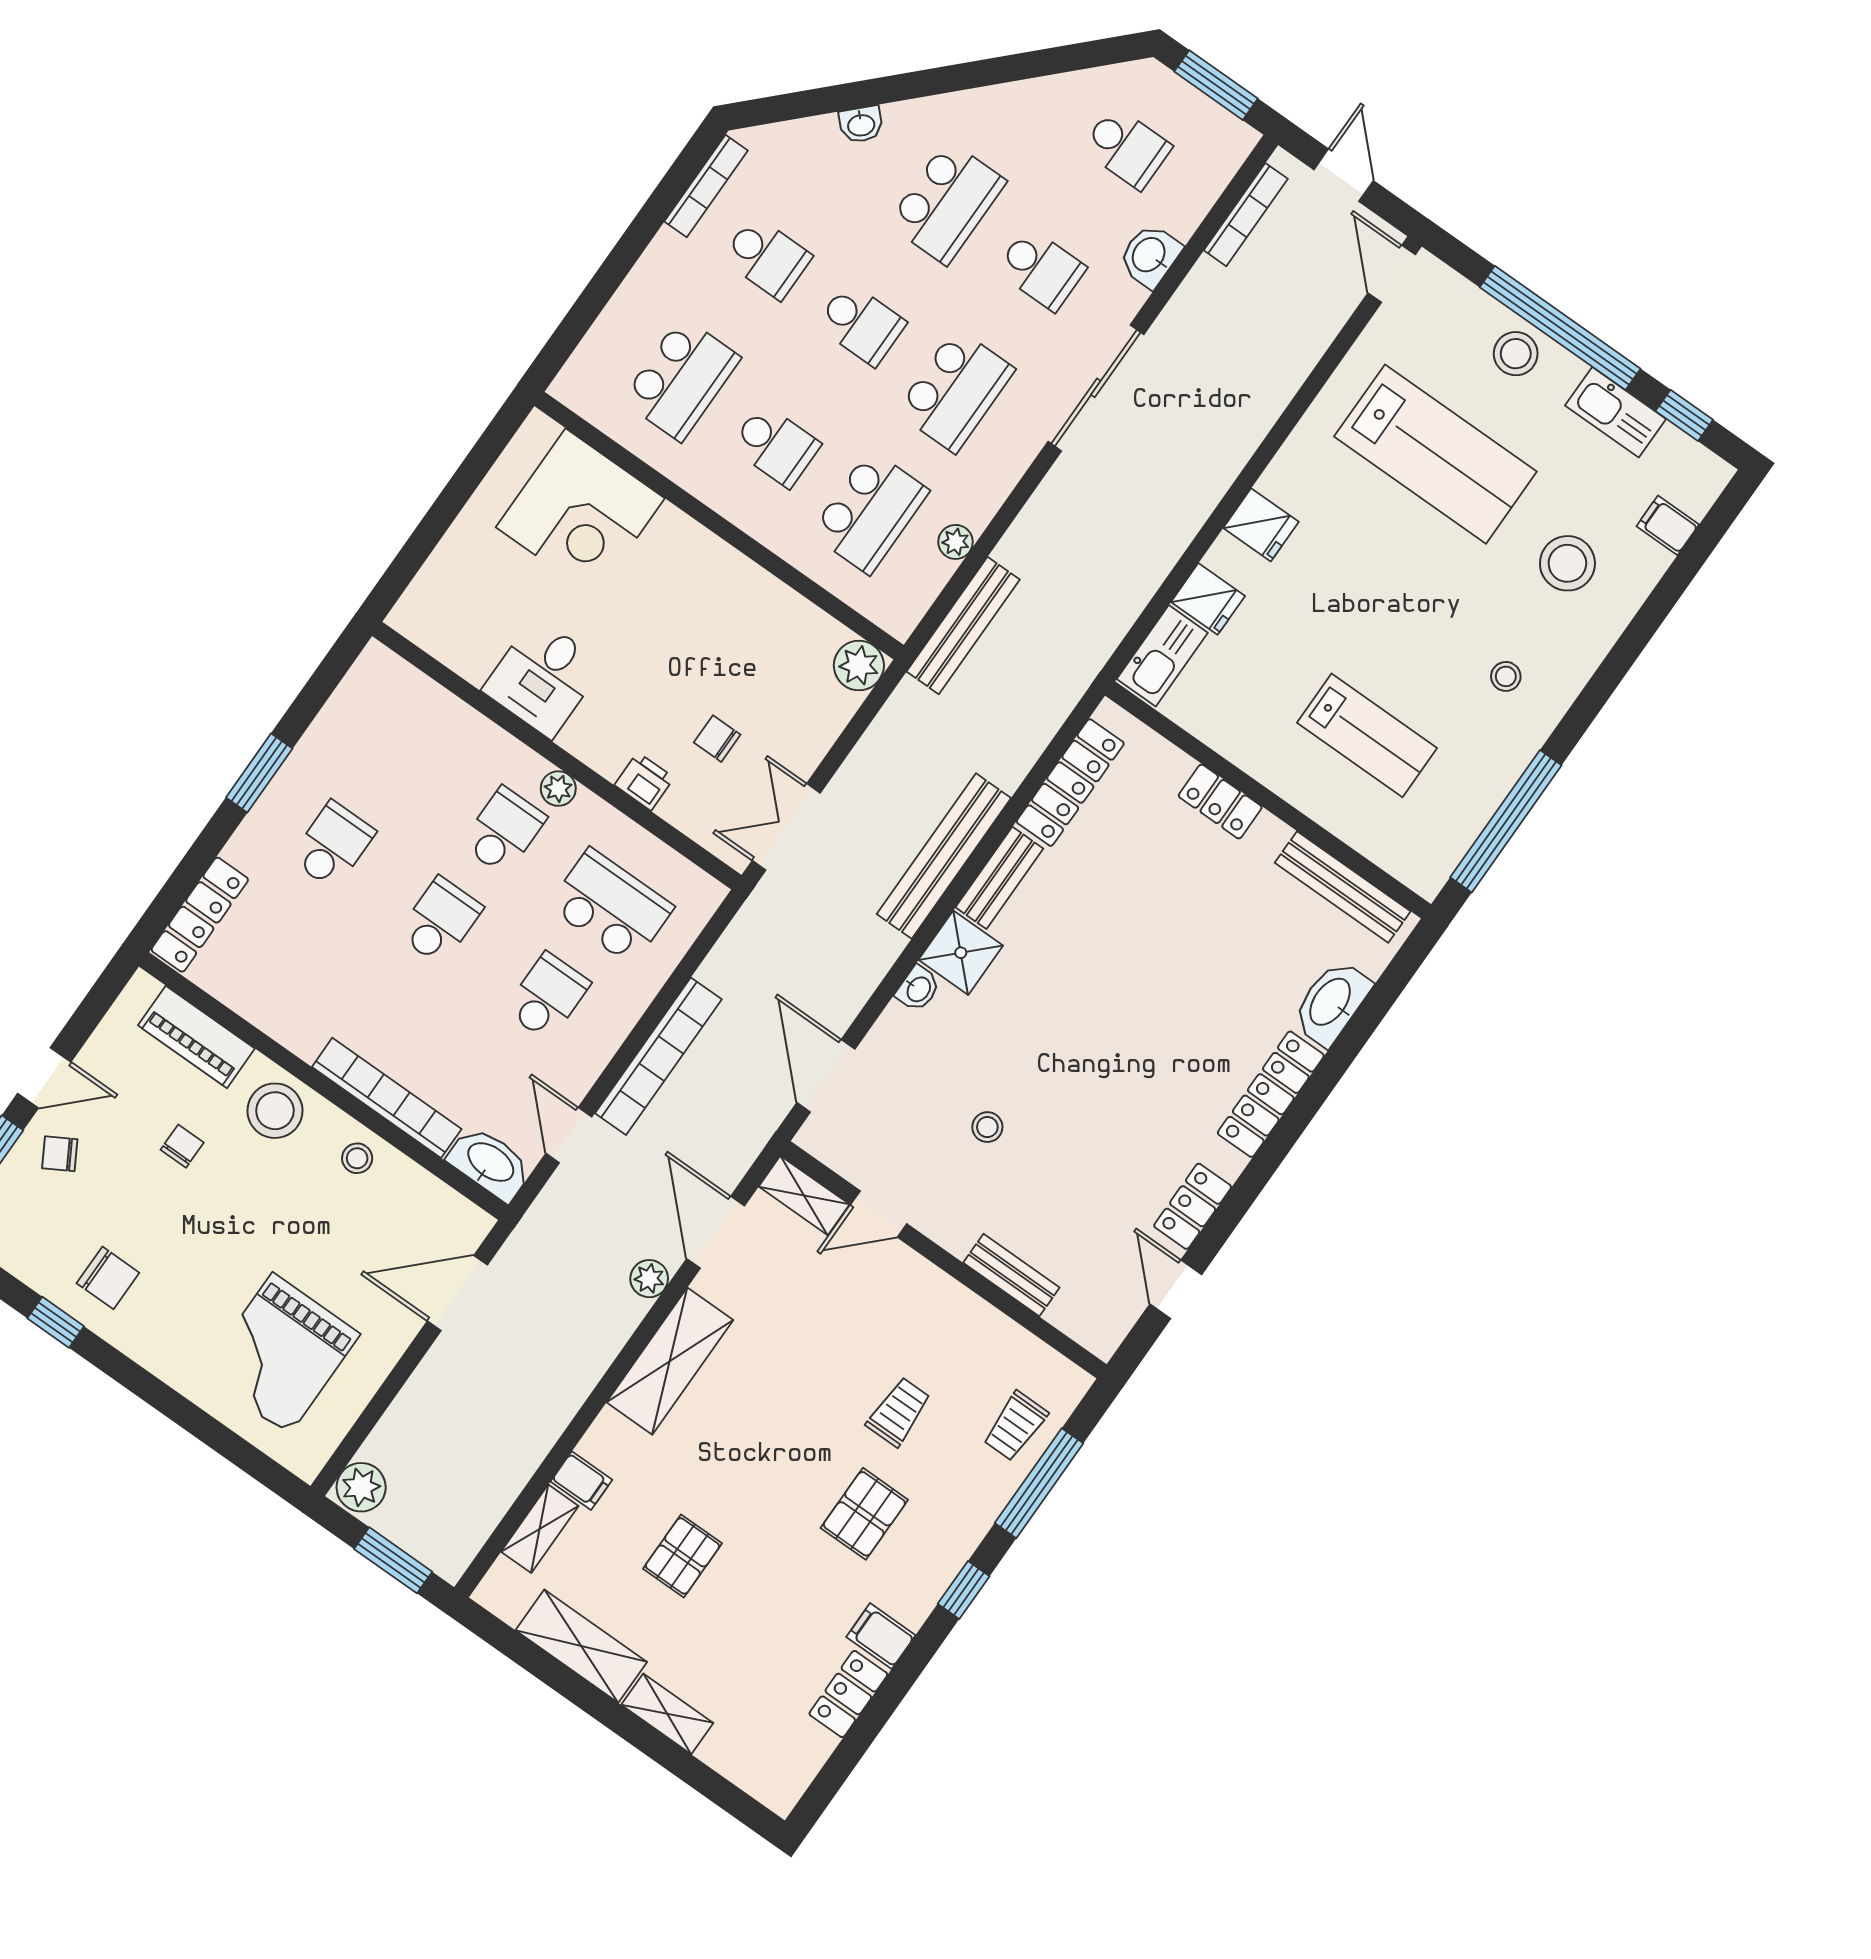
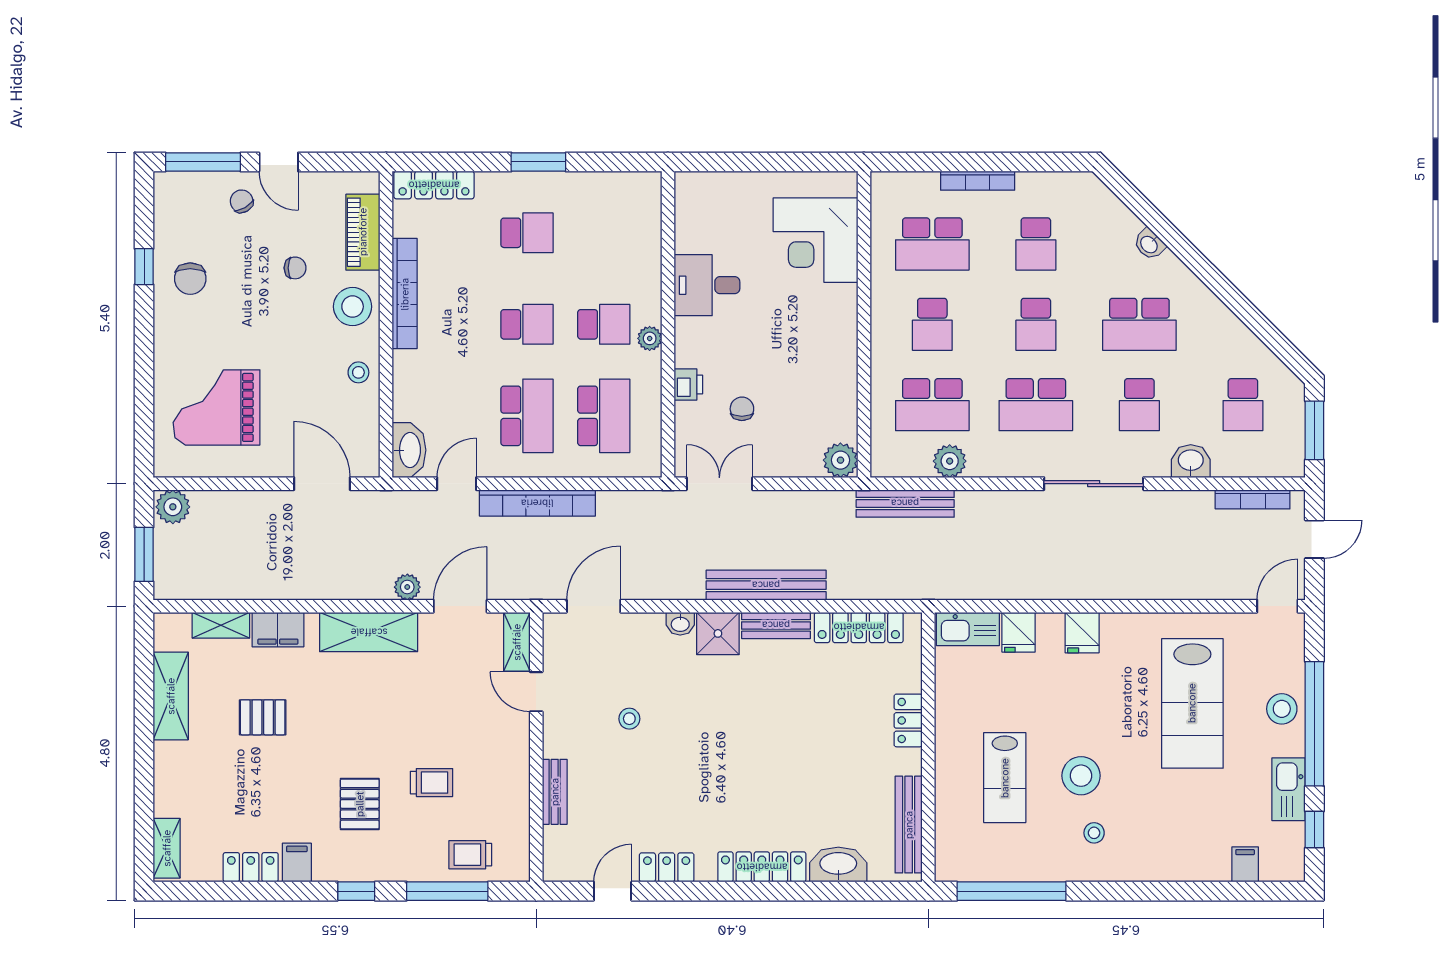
bookcase: (706, 186) -> (978, 181), moved
plant: (956, 542) -> (950, 461), width x1.38, depth x1.38
stool: (1567, 563) -> (1081, 776), moved
school desk: (547, 997) -> (527, 416), width x1.85
bookcase: (387, 1098) -> (405, 294), moved
filing cabinet: (581, 1481) -> (278, 630), width x2.00
pallet: (864, 1514) -> (360, 804), turned 90
shelving: (667, 1714) -> (167, 848), moved

